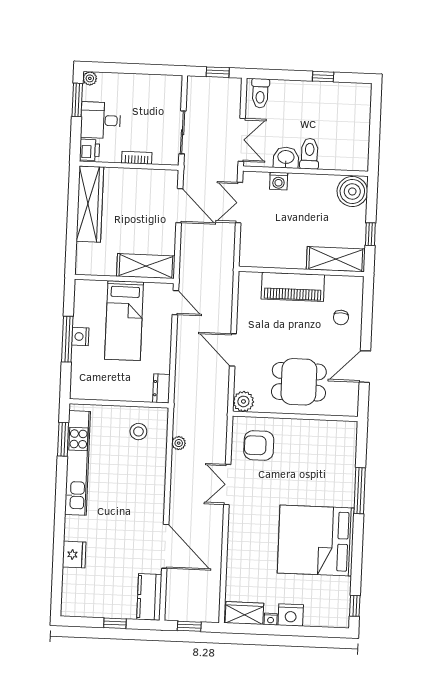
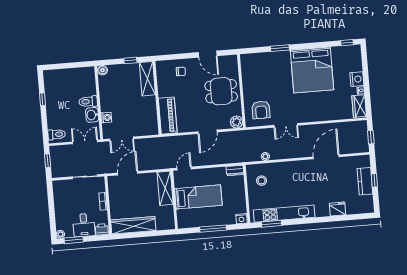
boiler: (352, 191) -> (103, 70), width x0.54, depth x0.54
piano: (293, 287) -> (168, 116), moved
nightstand: (80, 337) -> (241, 219), moved
dining table: (299, 382) -> (221, 91), turned 90
window: (360, 491) -> (280, 48), width x0.69
kitchen counter: (149, 597) -> (365, 181), moved, turned 90

